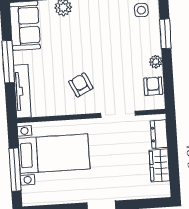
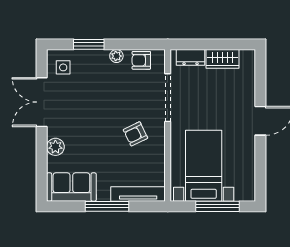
doorway: (118, 114) -> (168, 98), width x1.36

